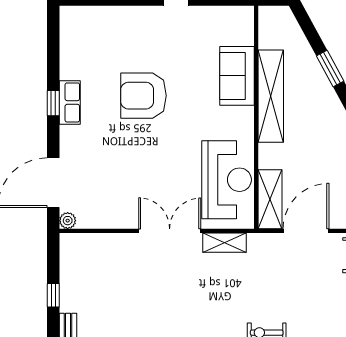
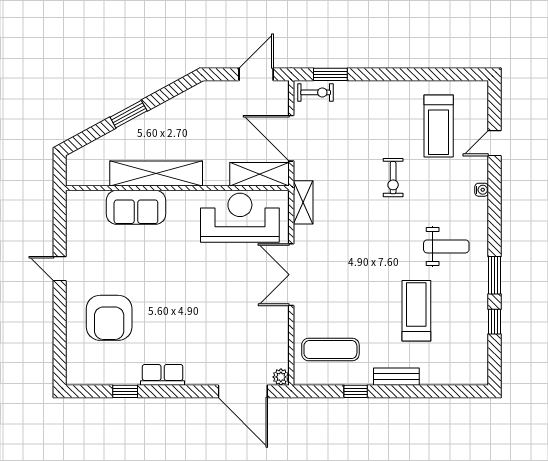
armchair: (143, 96) -> (109, 318), moved
window: (53, 103) -> (125, 391), moved
shelving: (225, 243) -> (303, 202), moved
exercise mat: (95, 270) -> (330, 349), added

